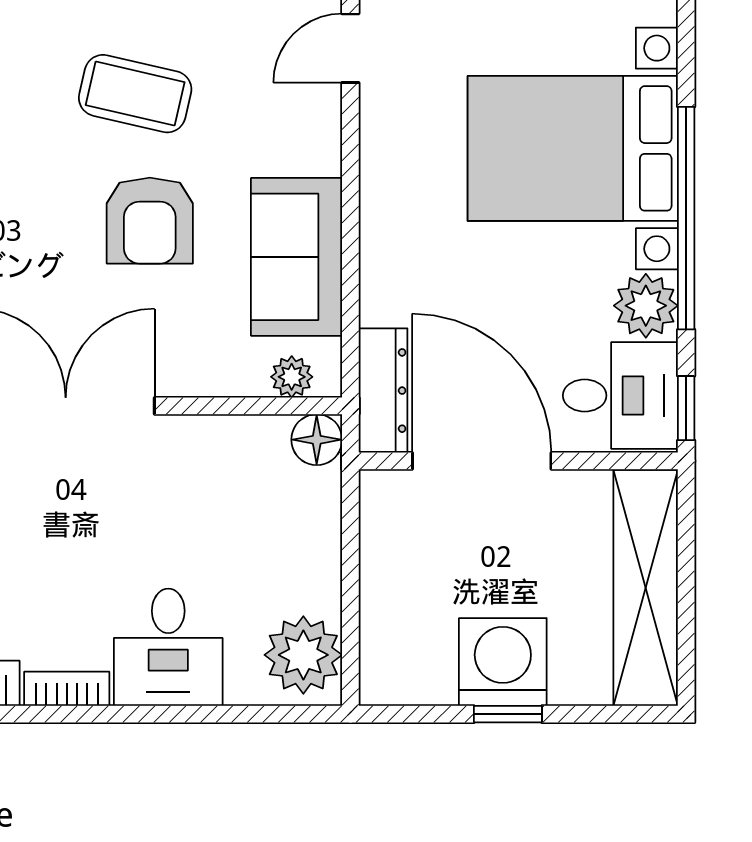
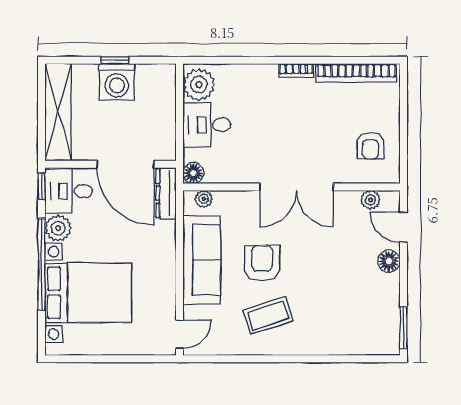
coffee table: (135, 94) -> (268, 315), turned -31
sofa: (297, 257) -> (202, 260), width x1.36
desk: (168, 647) -> (207, 125), moved, turned -90

